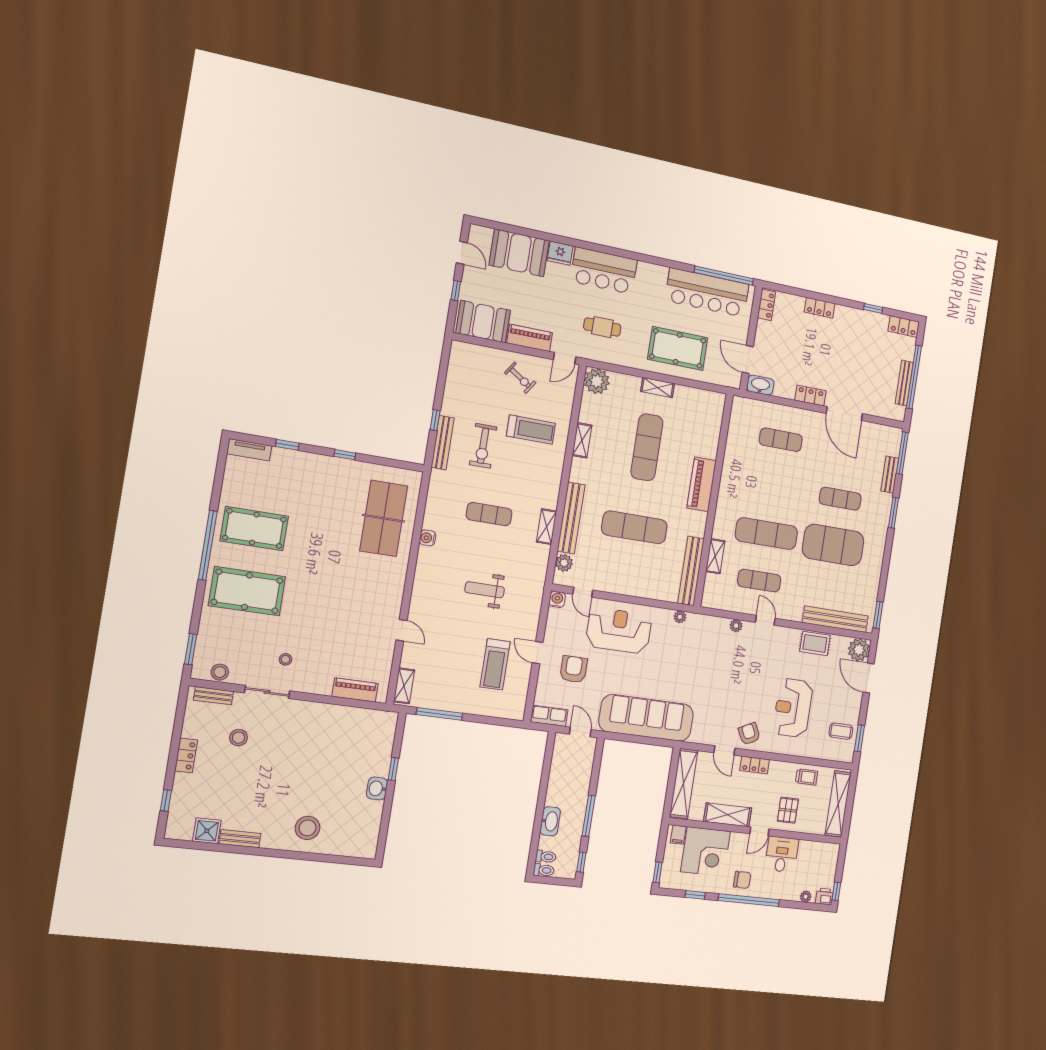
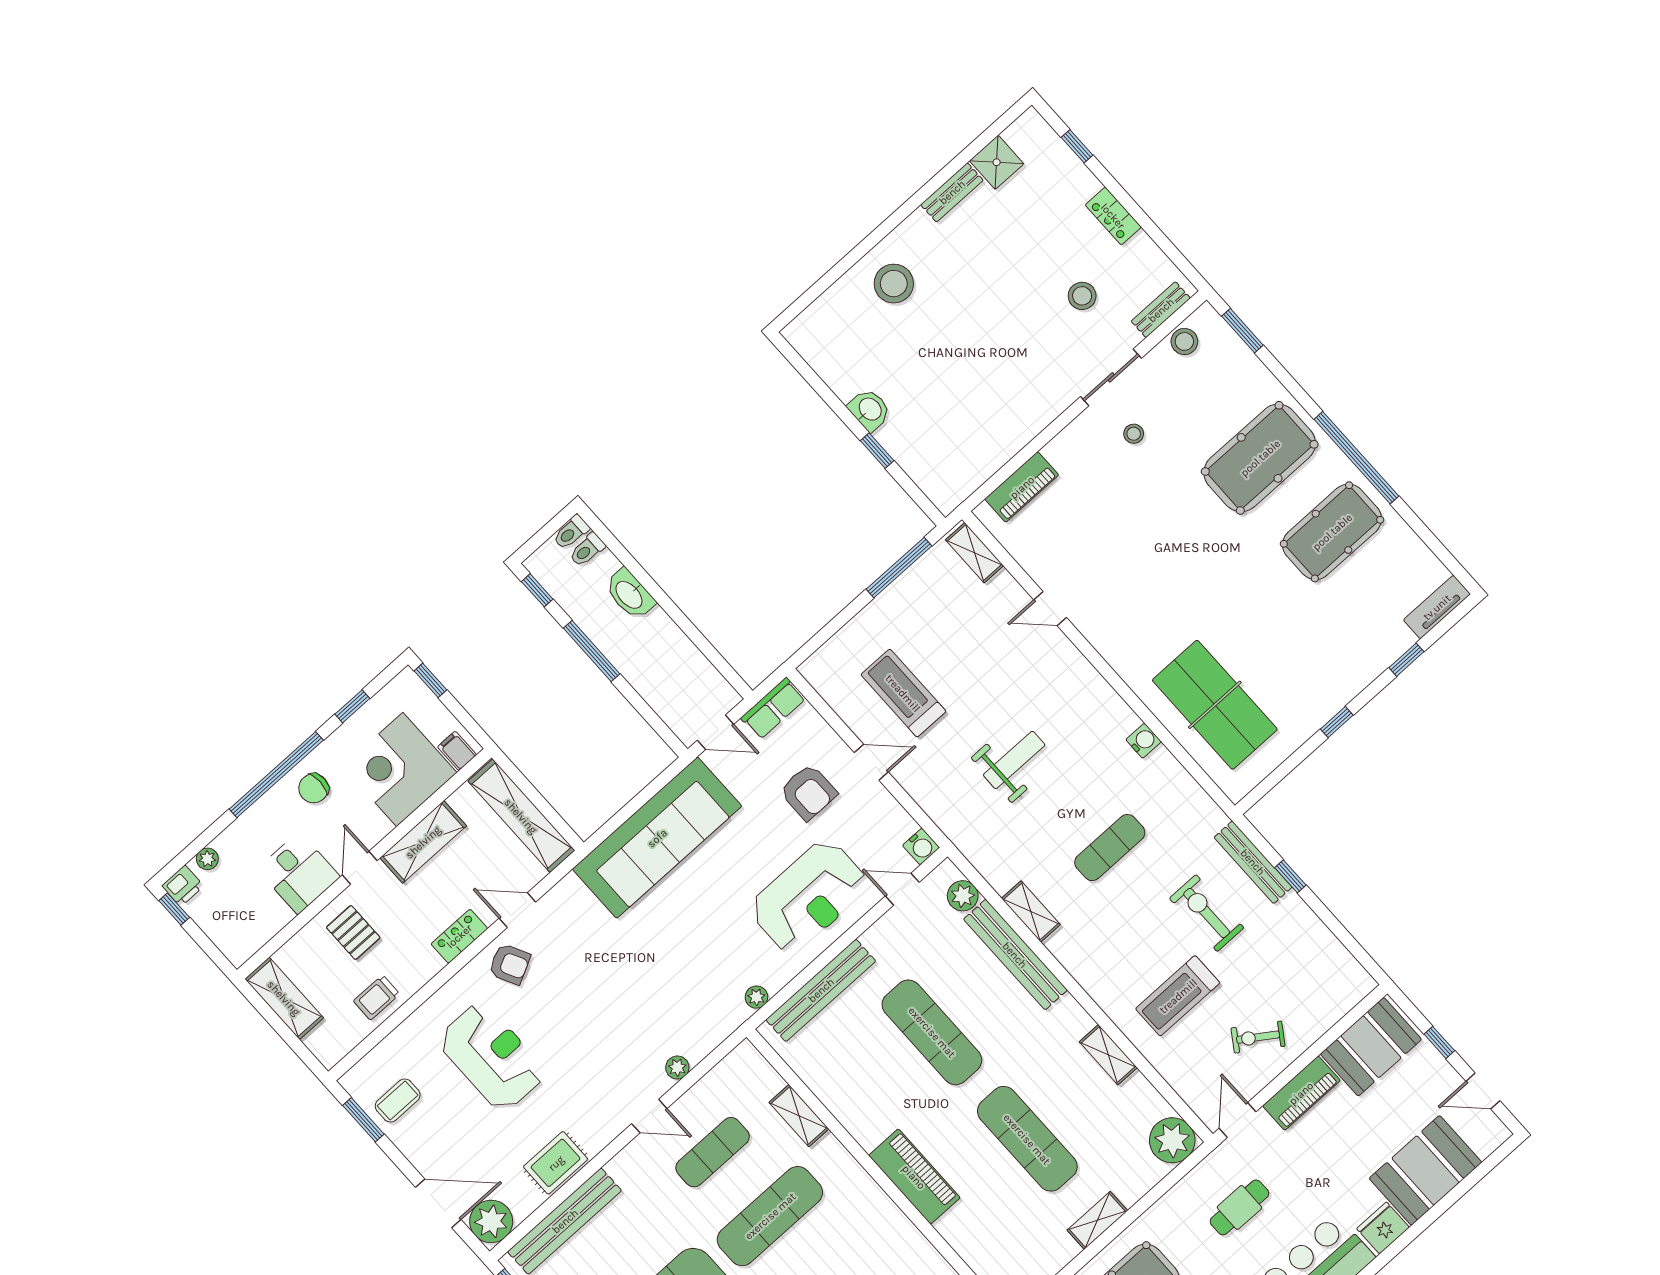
exercise mat: (634, 527) -> (932, 1032), turned 90
bench: (691, 571) -> (821, 990), moved, turned 90
shelving: (838, 804) -> (284, 998), width x0.68

